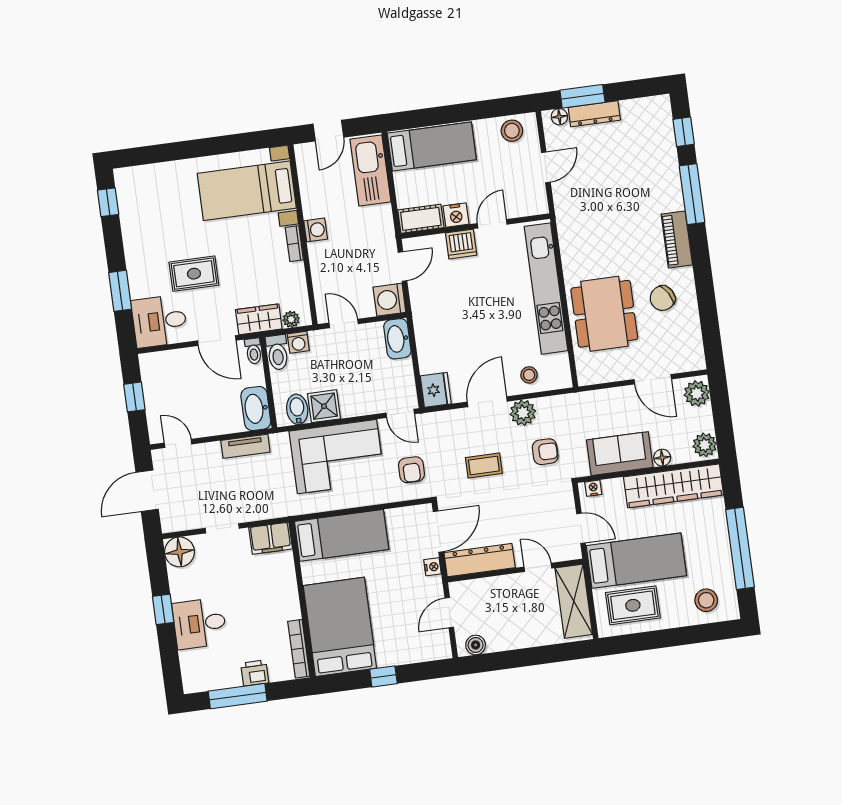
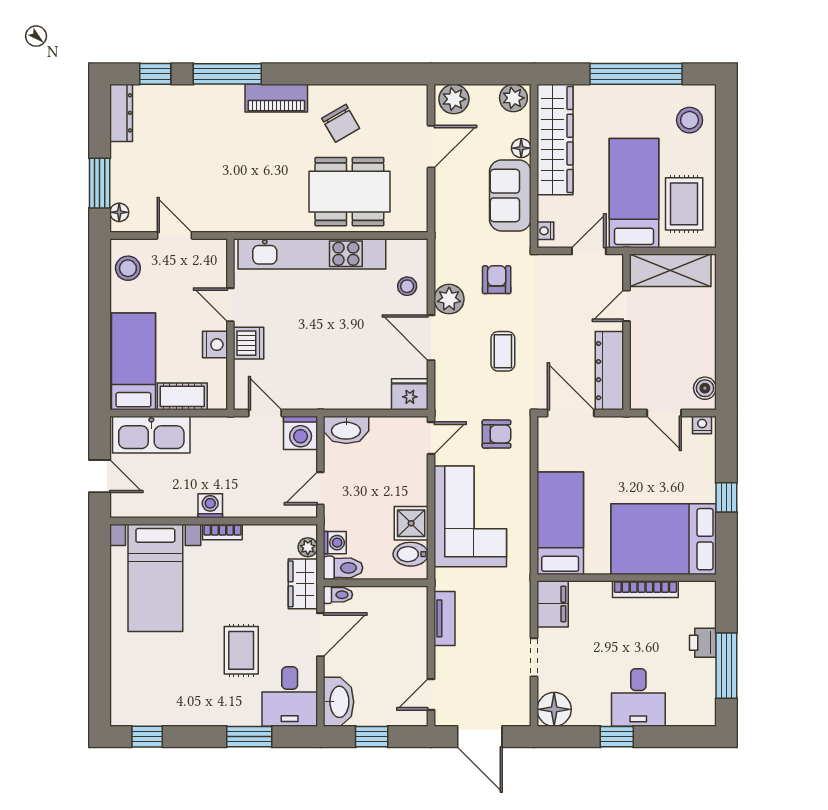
dresser: (594, 114) -> (121, 113), moved
cot: (421, 219) -> (182, 396), moved, turned 90
washbasin: (256, 409) -> (339, 702), moved, turned -90
nightstand: (433, 567) -> (702, 425), moved
bookcase: (299, 649) -> (645, 589), moved

